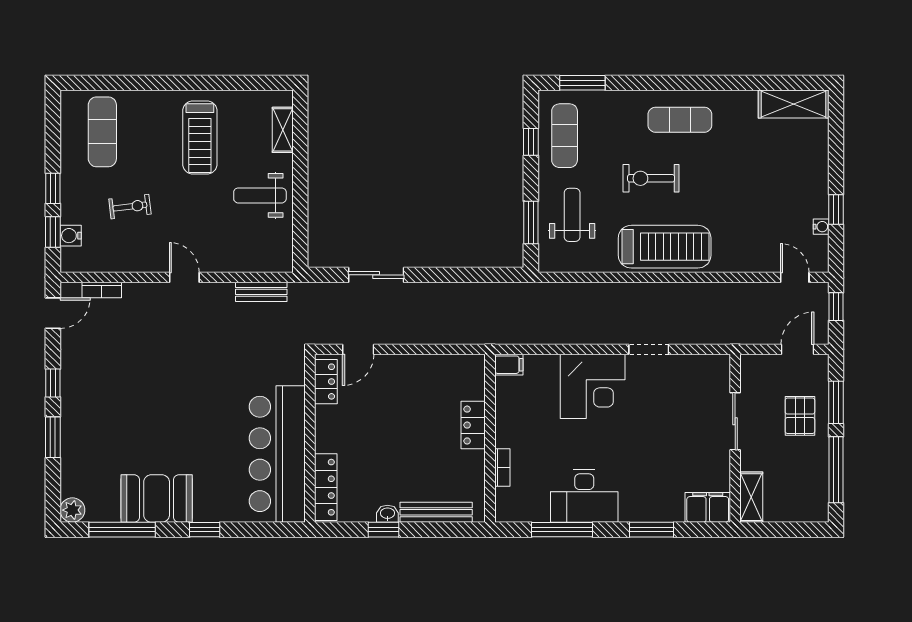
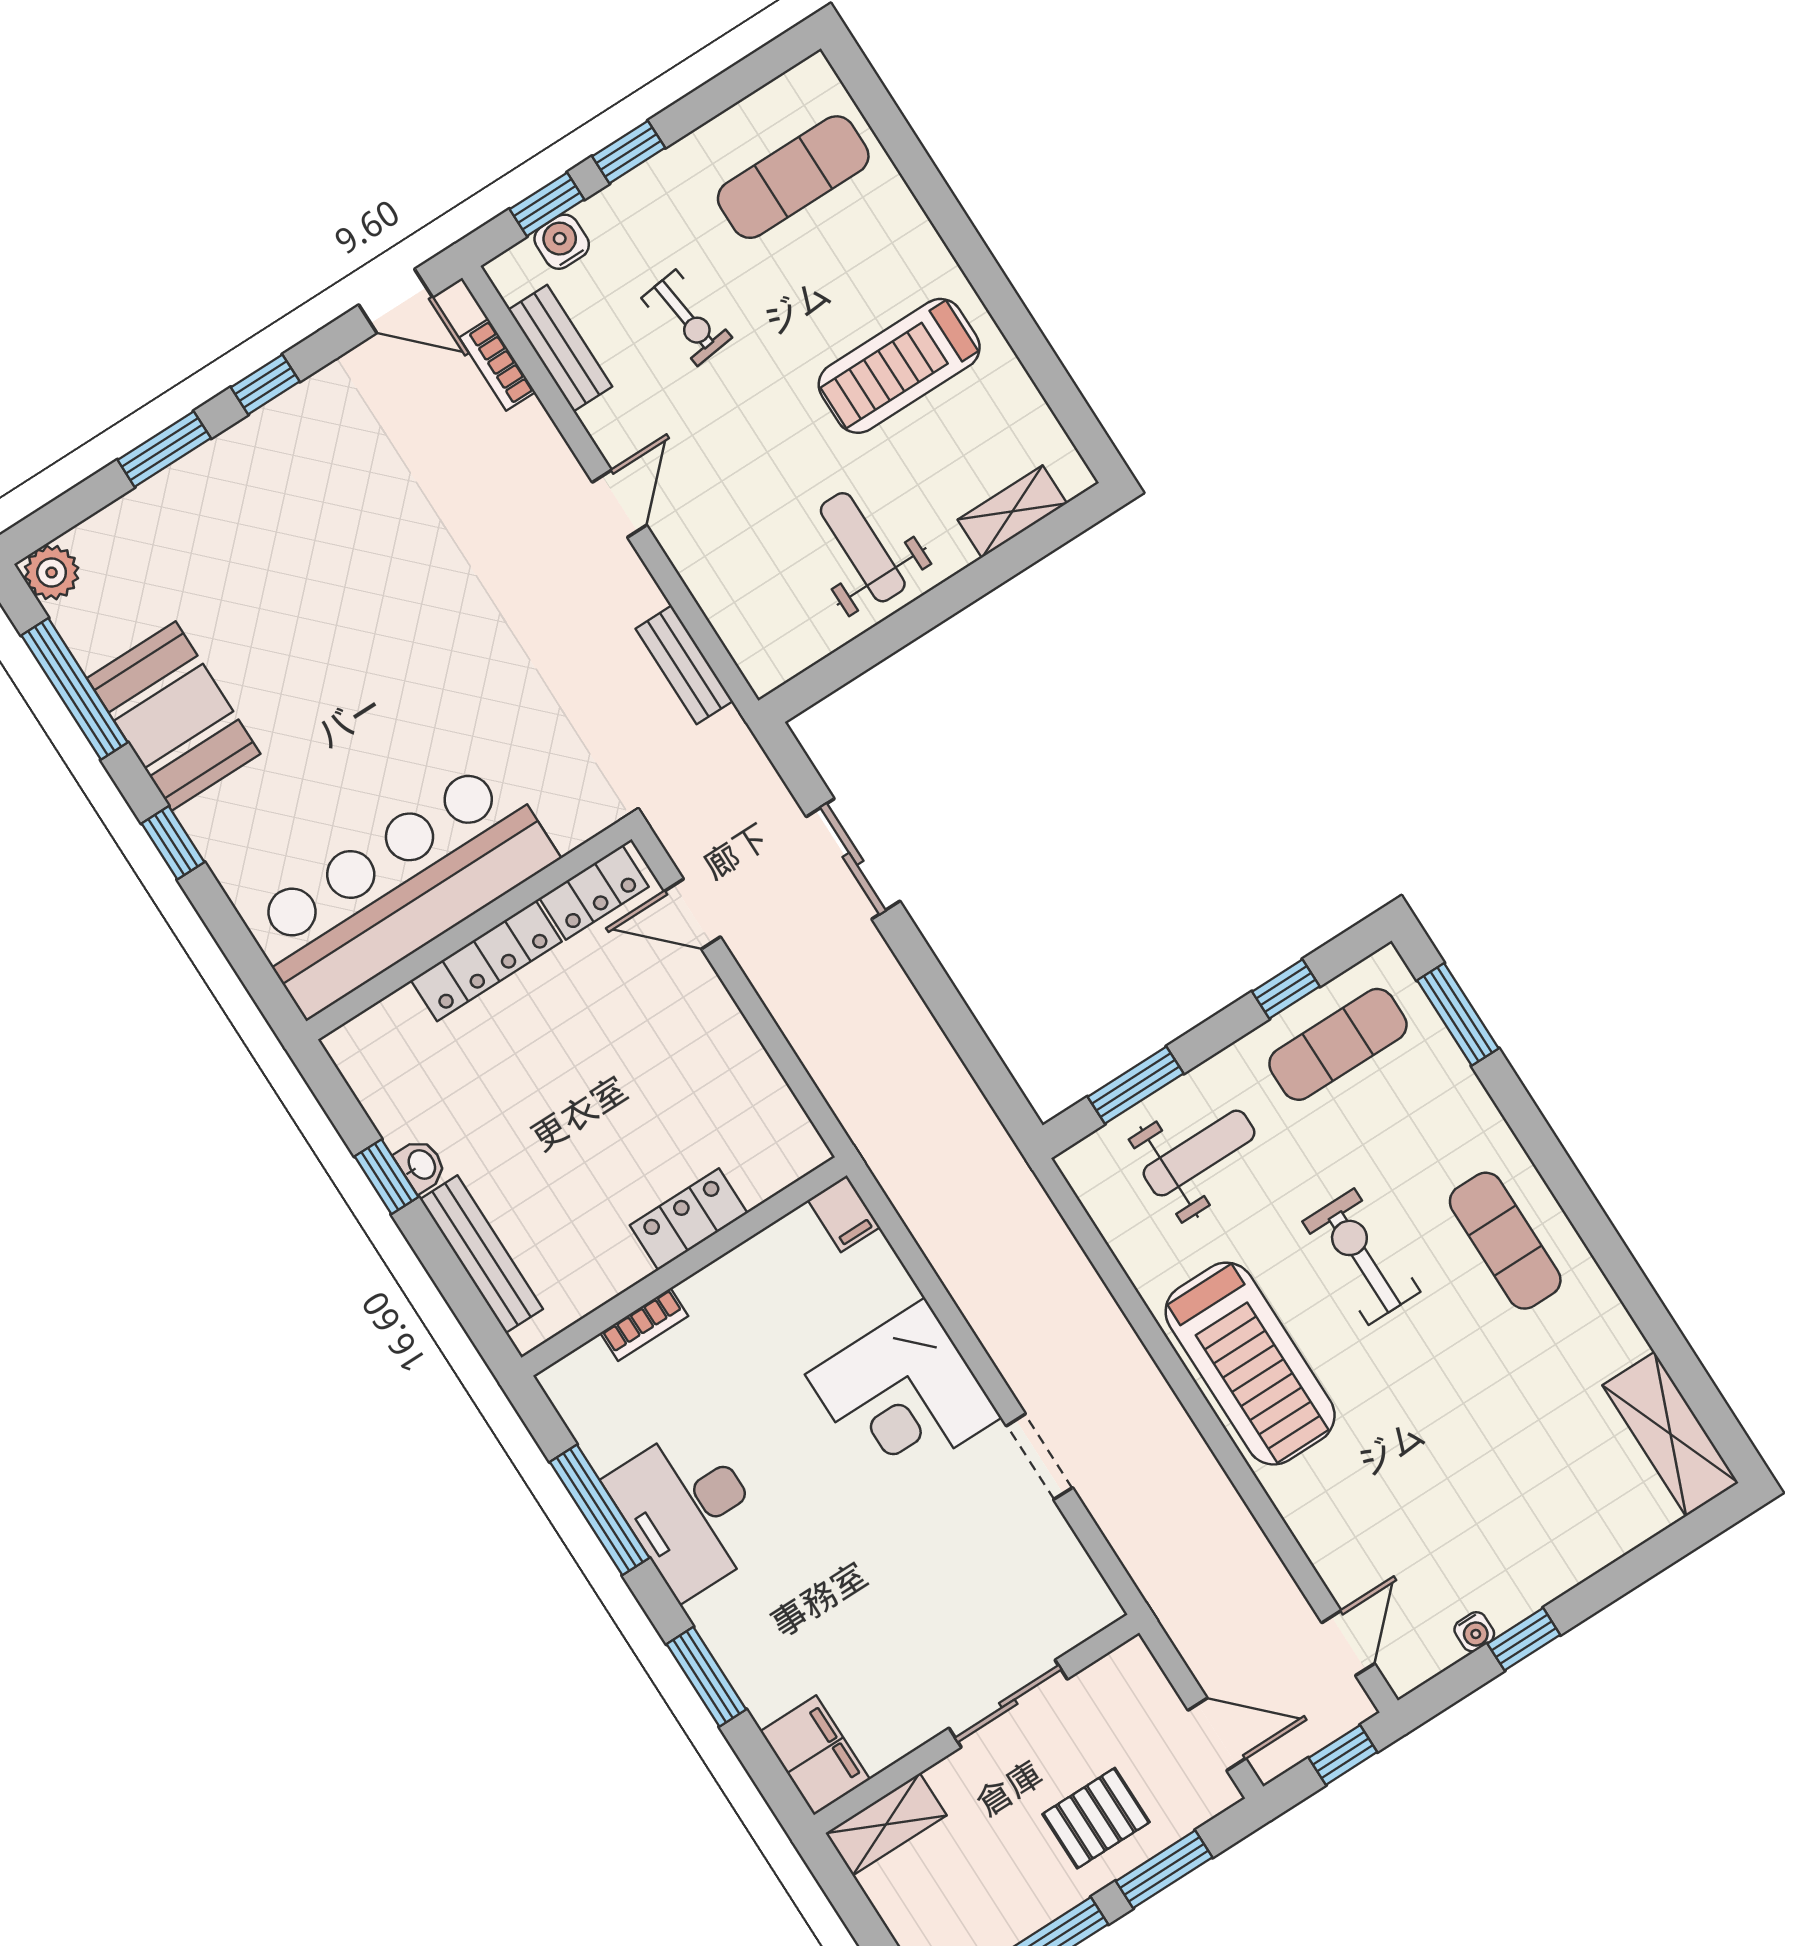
bench: (111, 262) -> (560, 348), added
locker: (326, 487) -> (486, 961), moved

